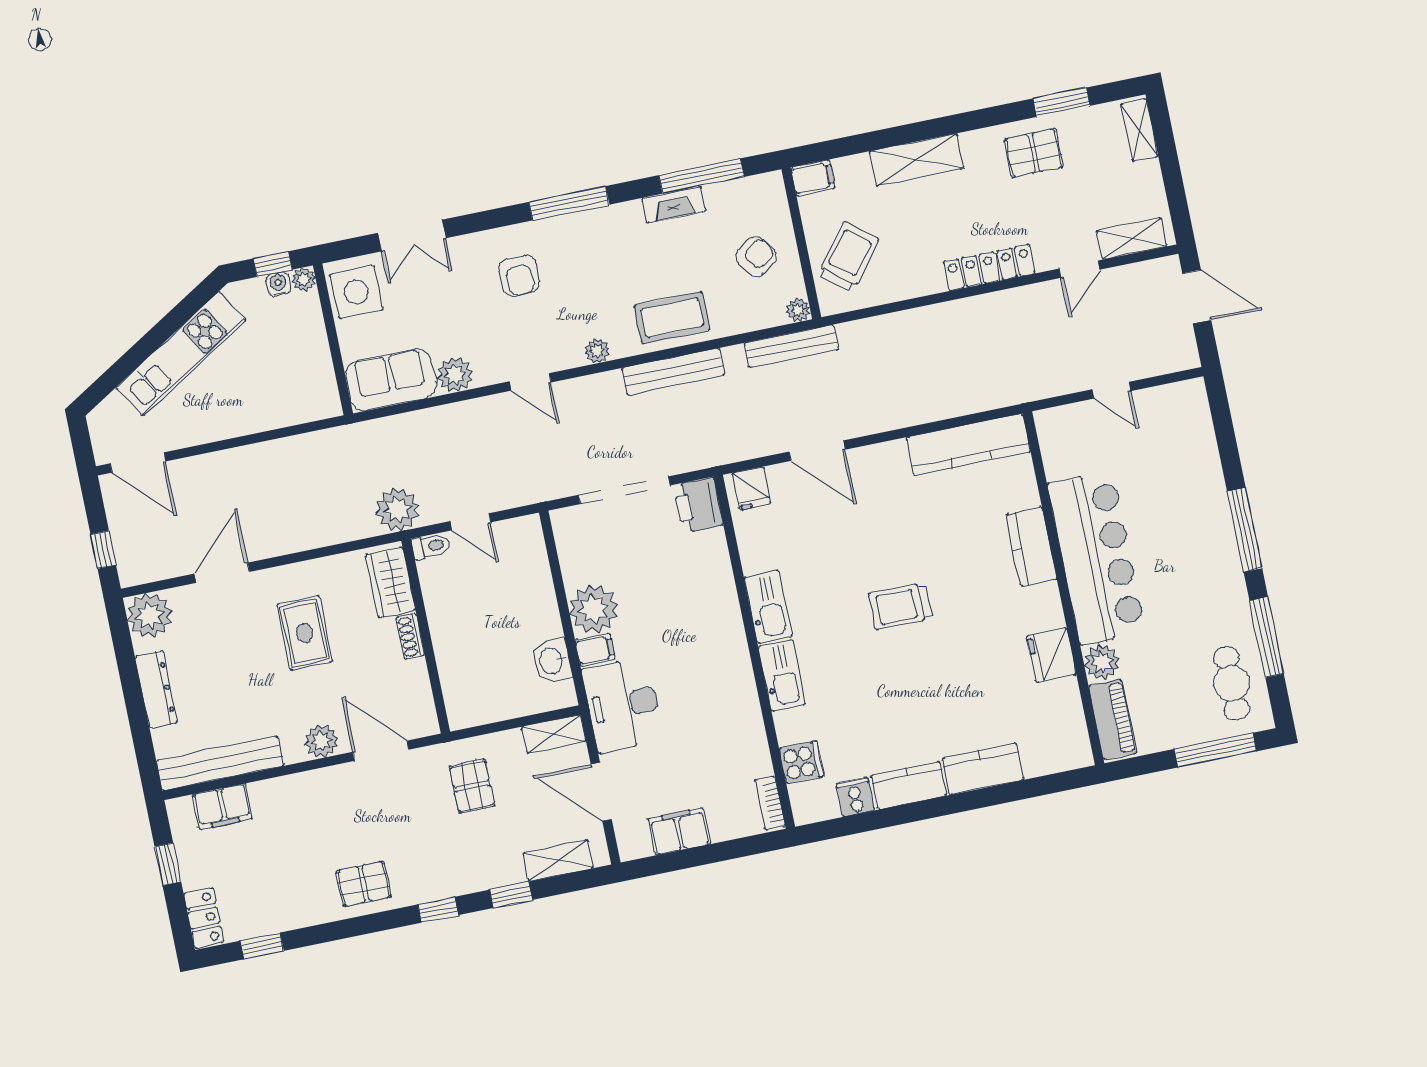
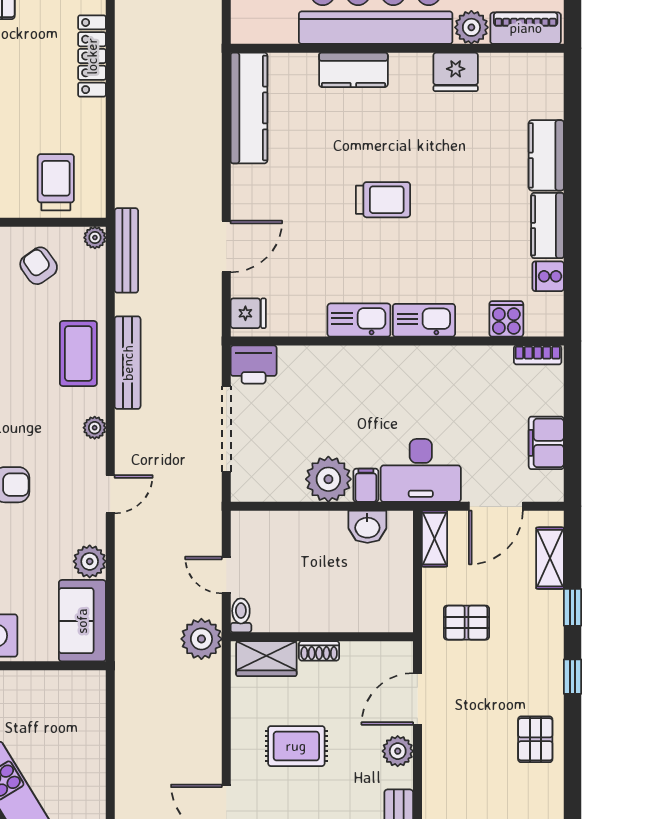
trolley: (848, 257) -> (56, 182), turned 52
door: (470, 522) -> (226, 575), swing flipped
trolley: (901, 606) -> (383, 200), turned -90

